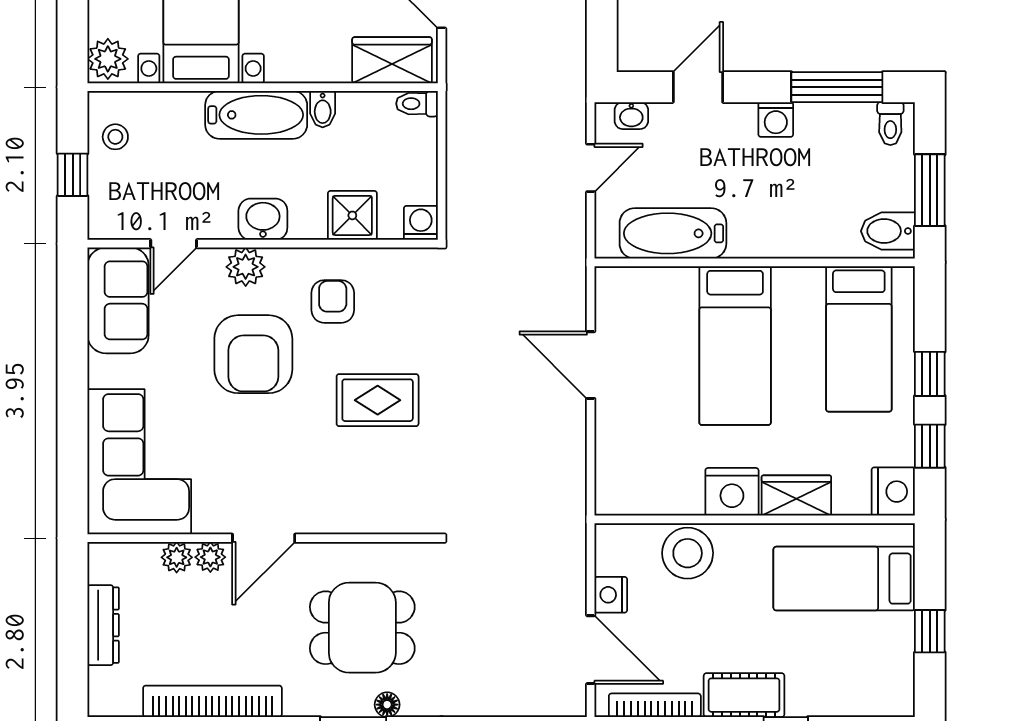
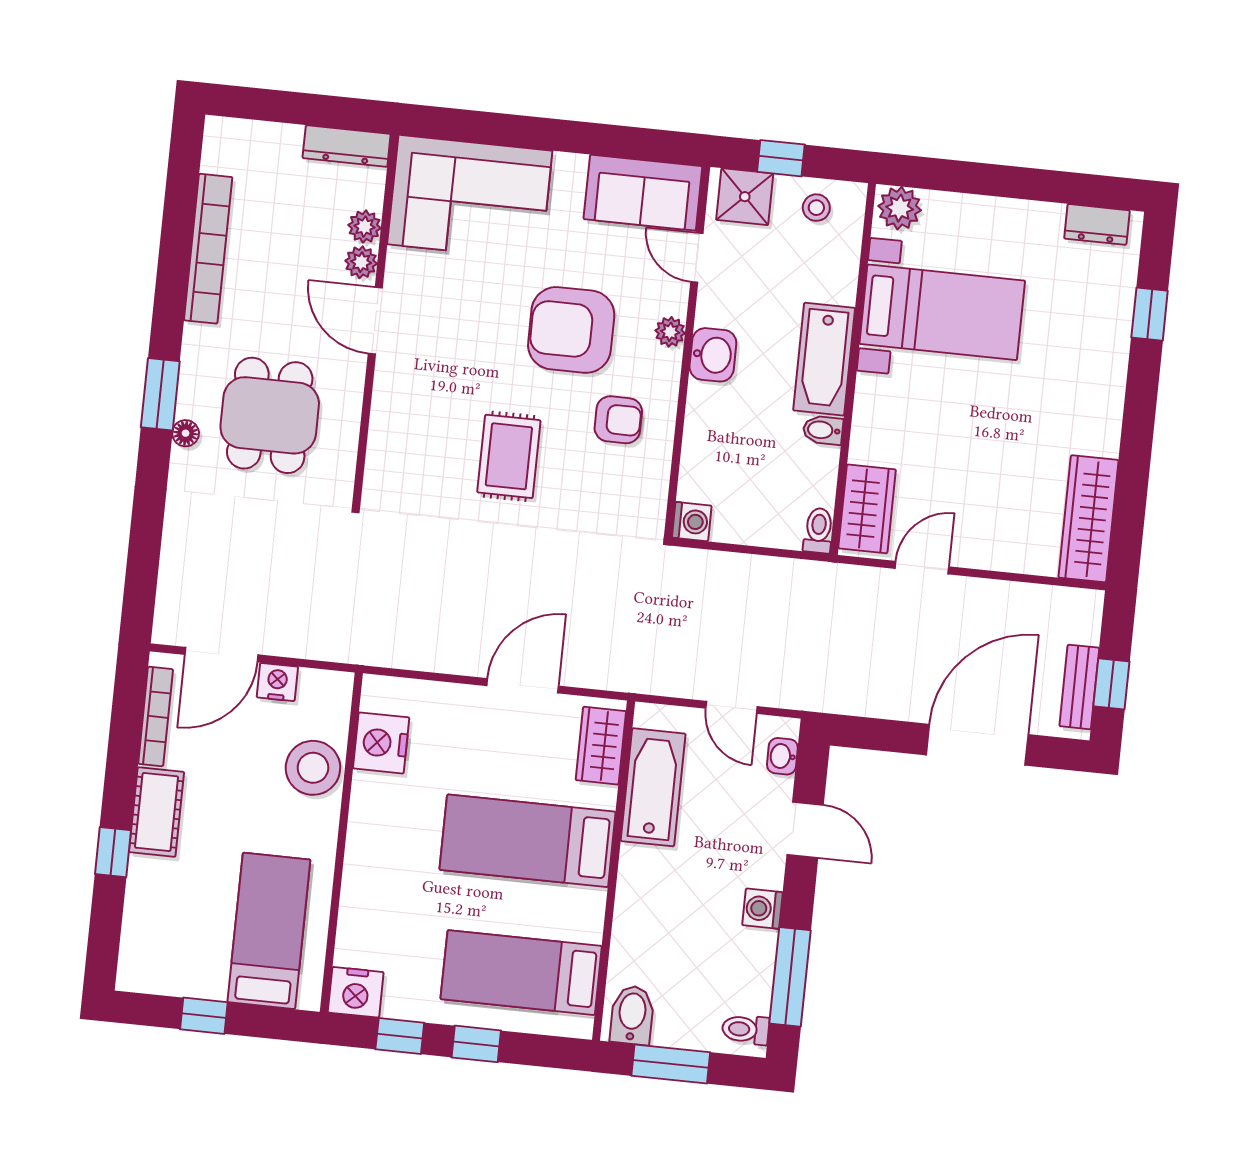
shower: (352, 215) -> (745, 197), moved
plant: (246, 267) -> (670, 332), width x0.73, depth x0.73
nightstand: (732, 492) -> (381, 743), moved
wardrobe: (796, 496) -> (601, 746), moved, turned 180
dresser: (103, 625) -> (347, 146), moved

